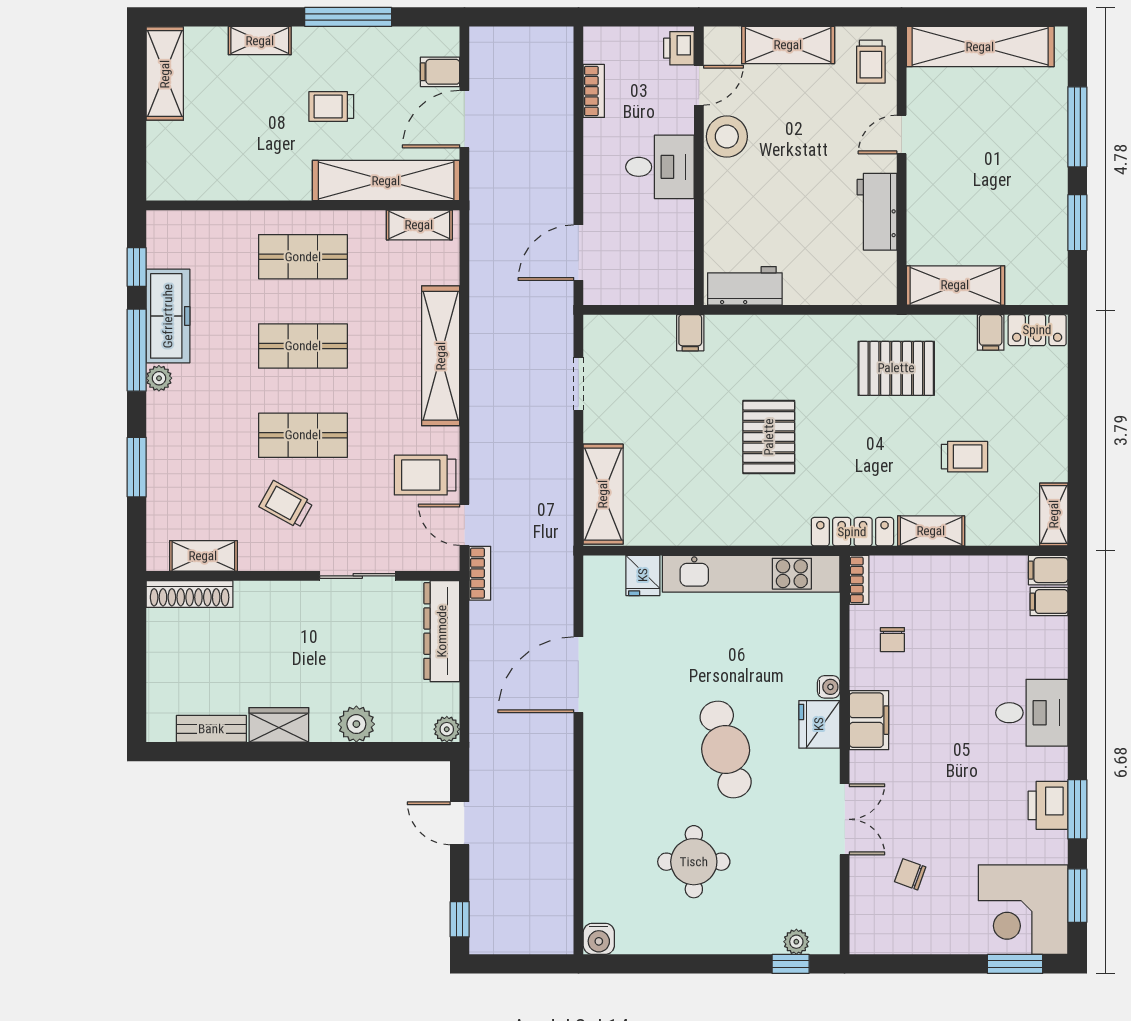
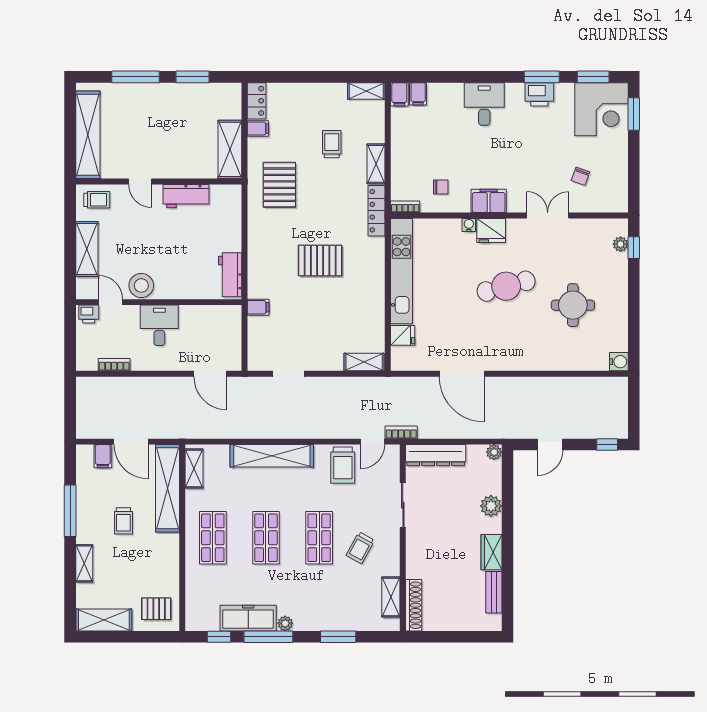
pallet: (183, 162) -> (156, 609), added
shelving: (603, 494) -> (364, 362), width x0.67, depth x0.75

